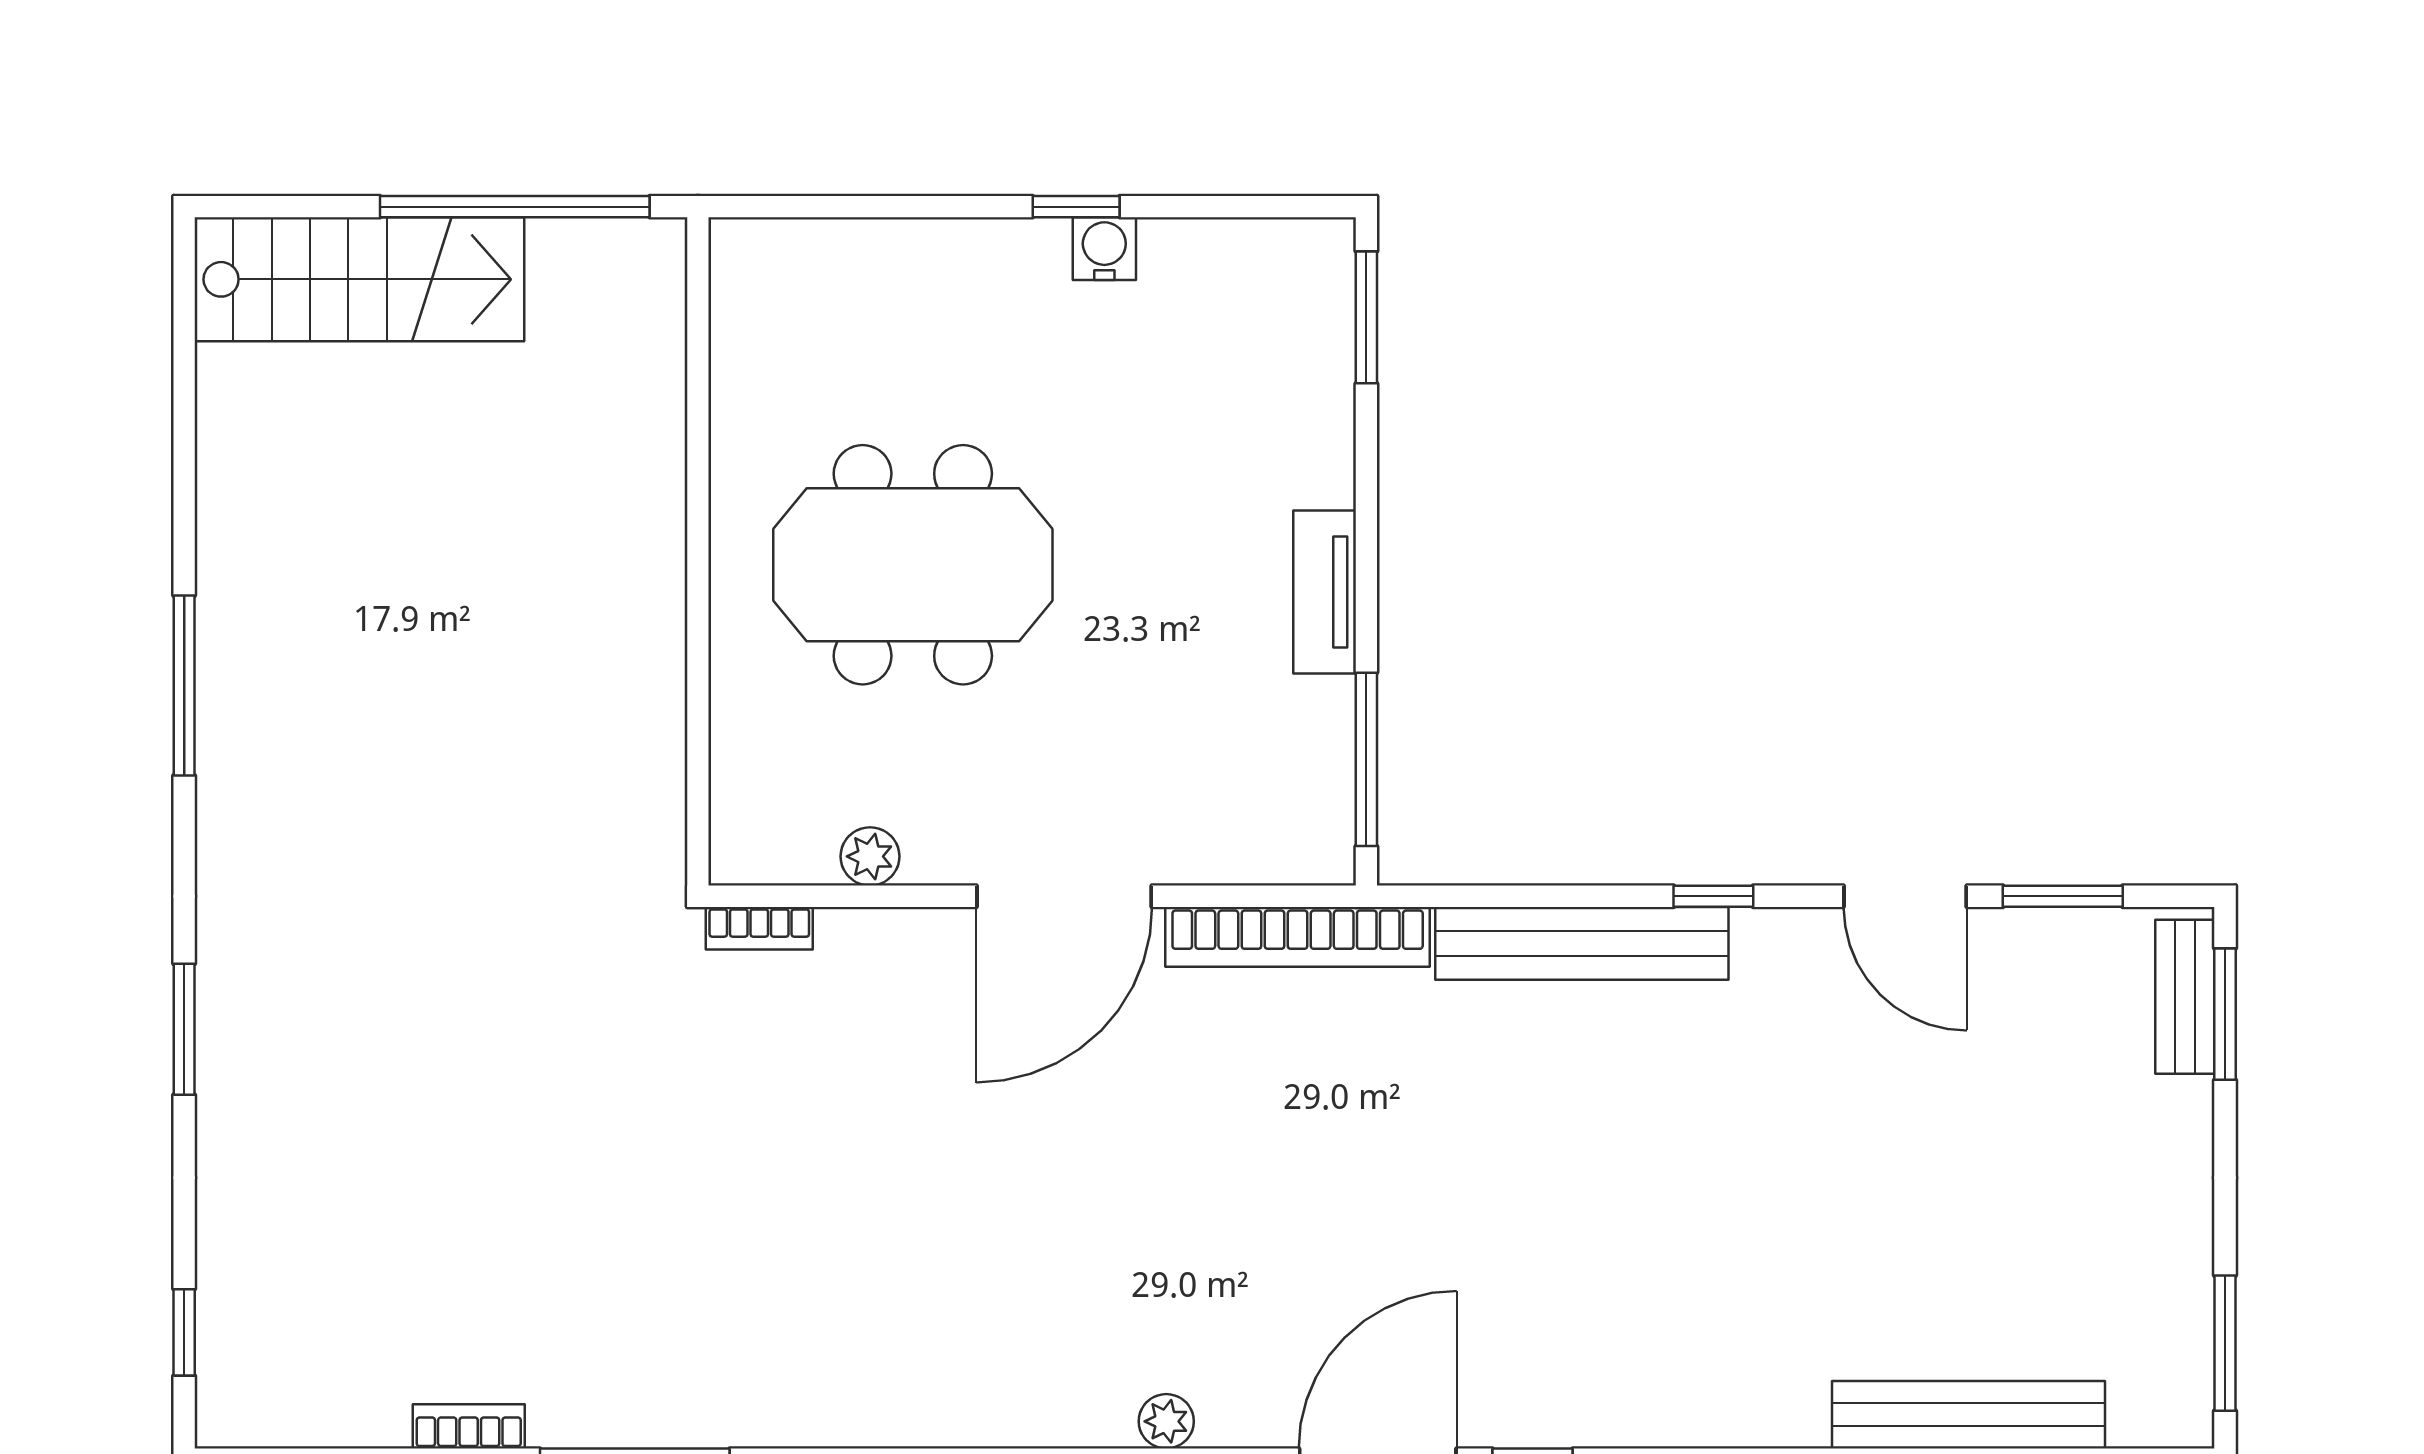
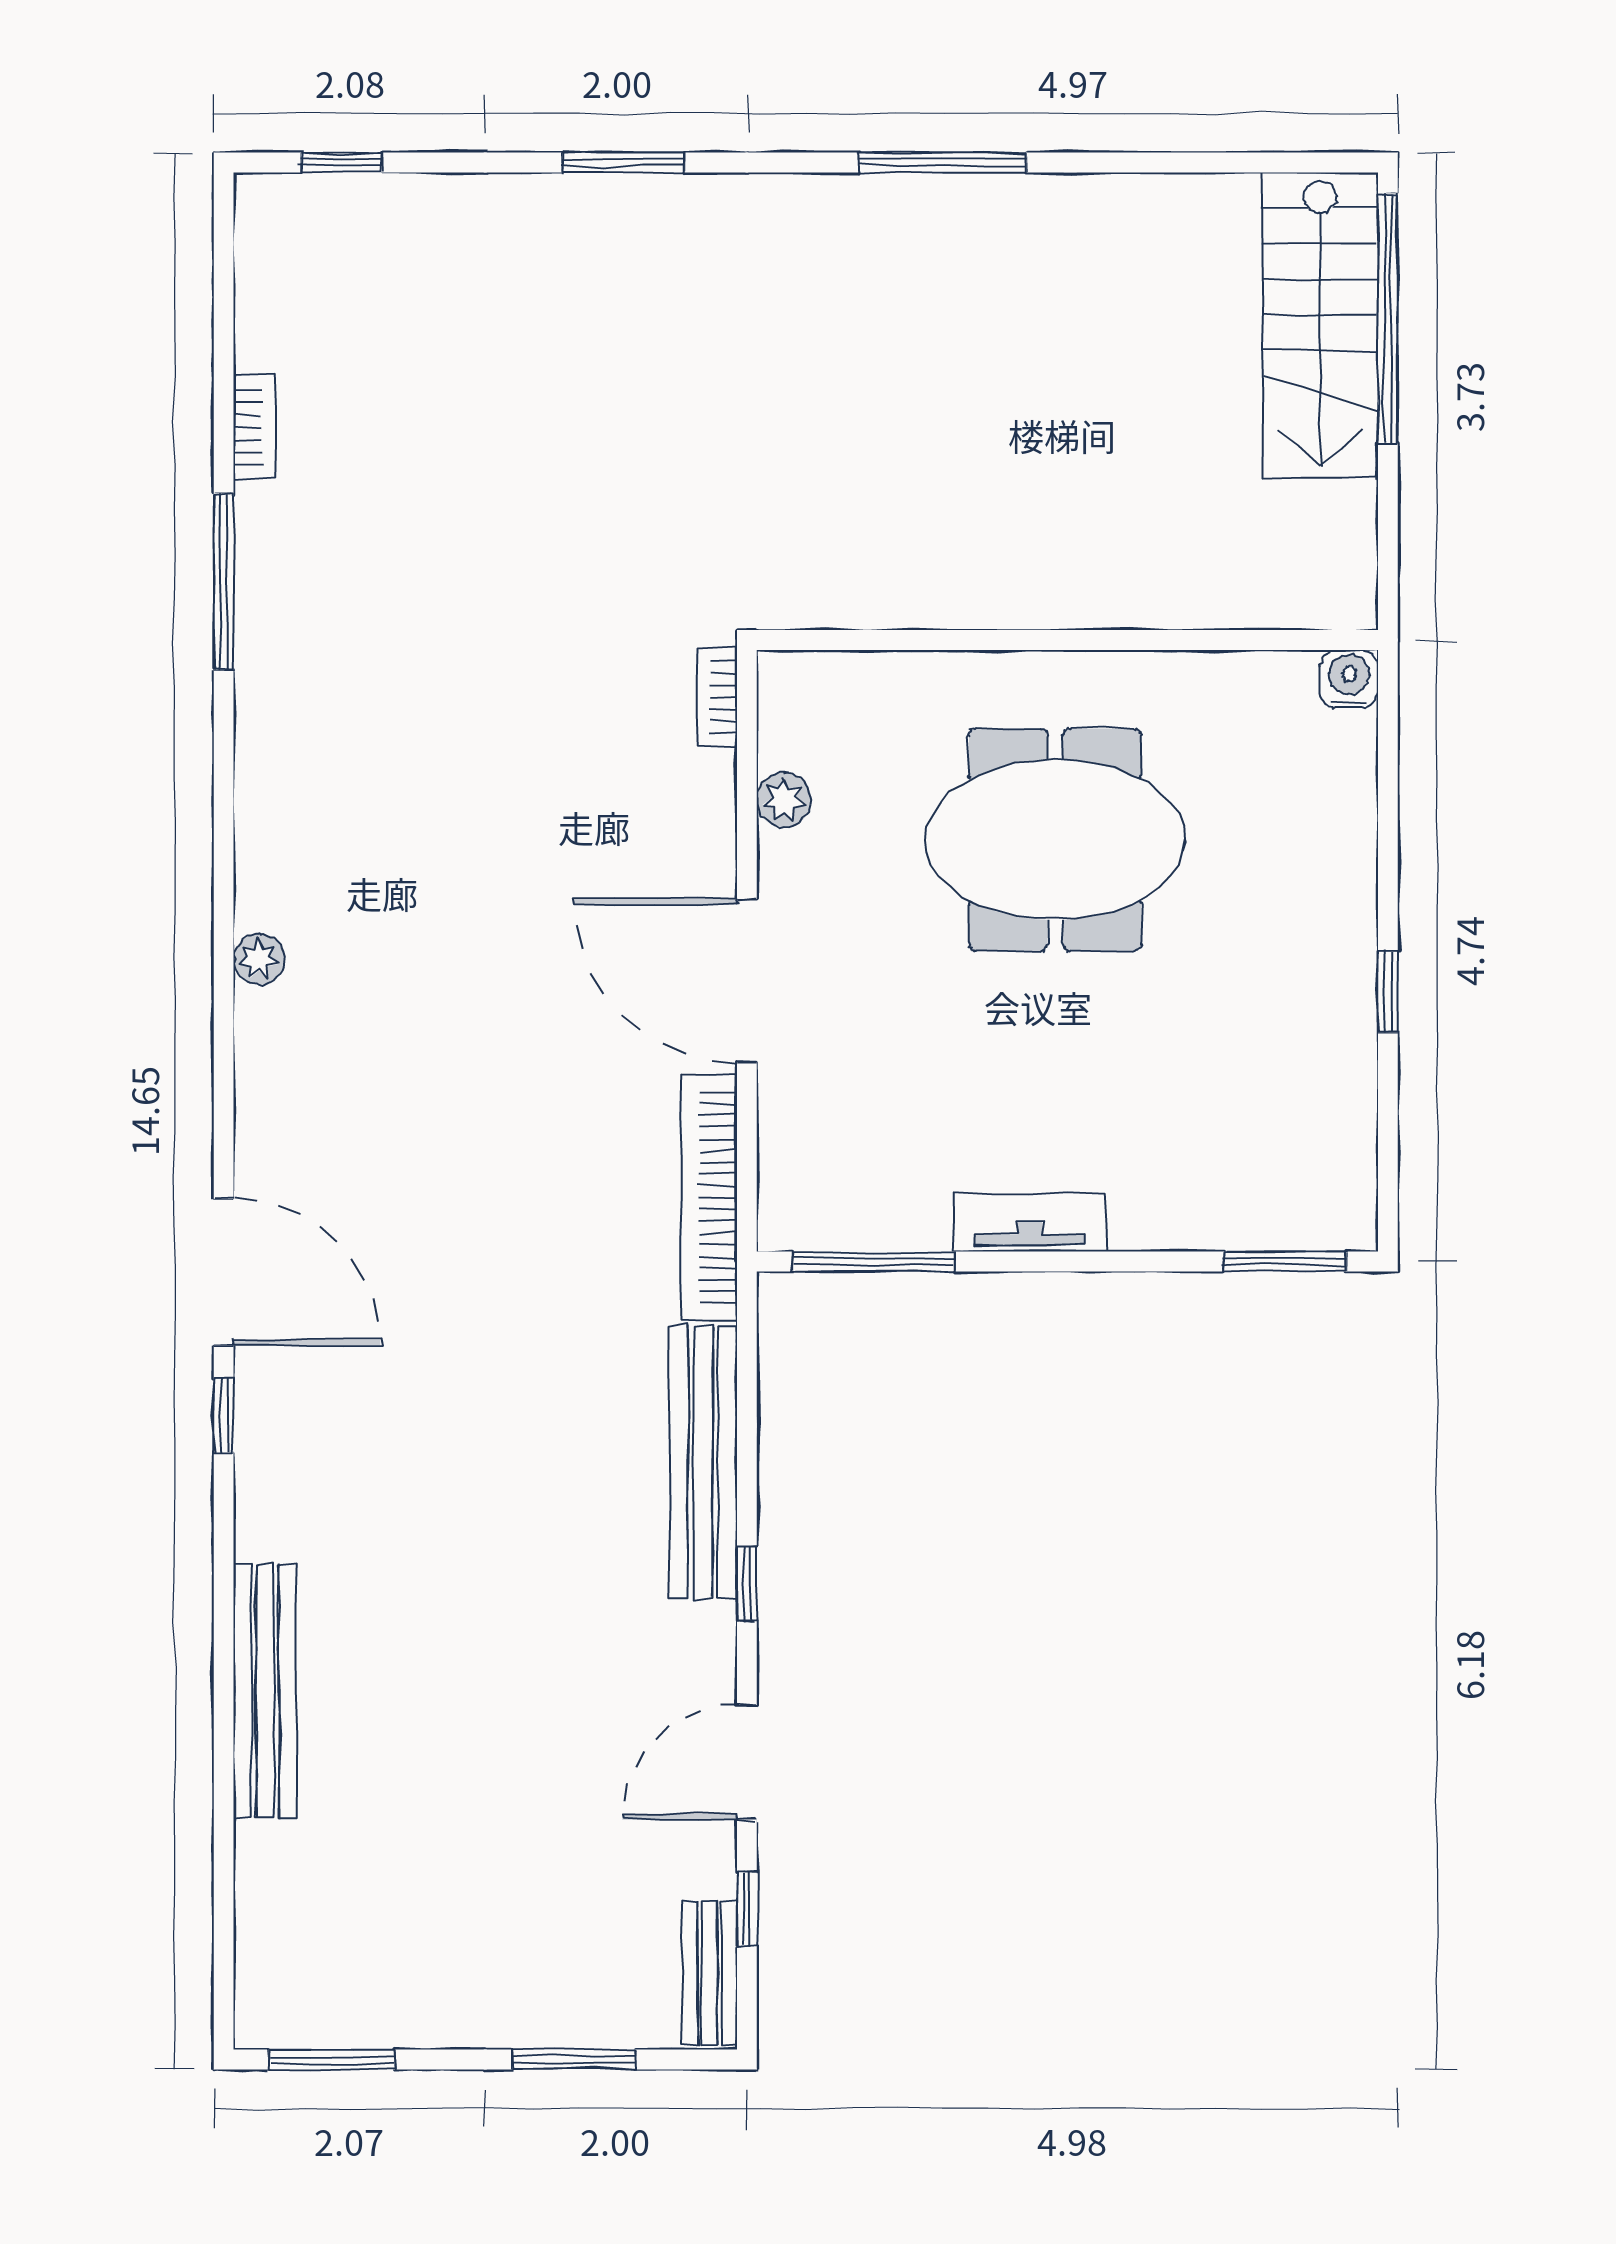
window: (515, 207) -> (1388, 319), moved
water cooler: (1104, 249) -> (1349, 679), moved, turned -90
meeting table: (913, 565) -> (1055, 840), turned 90
window: (2063, 896) -> (747, 1909), width x0.67
bench: (2185, 997) -> (710, 1973), moved, turned 90
window: (2225, 1014) -> (574, 2059), moved
bench: (1968, 1415) -> (265, 1691), moved
plant: (1166, 1421) -> (259, 959), moved

